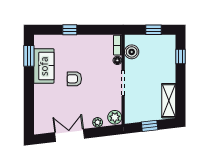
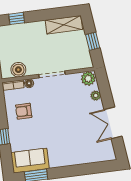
sofa: (44, 66) -> (30, 161), moved
armchair: (74, 79) -> (24, 111), moved, turned 90

